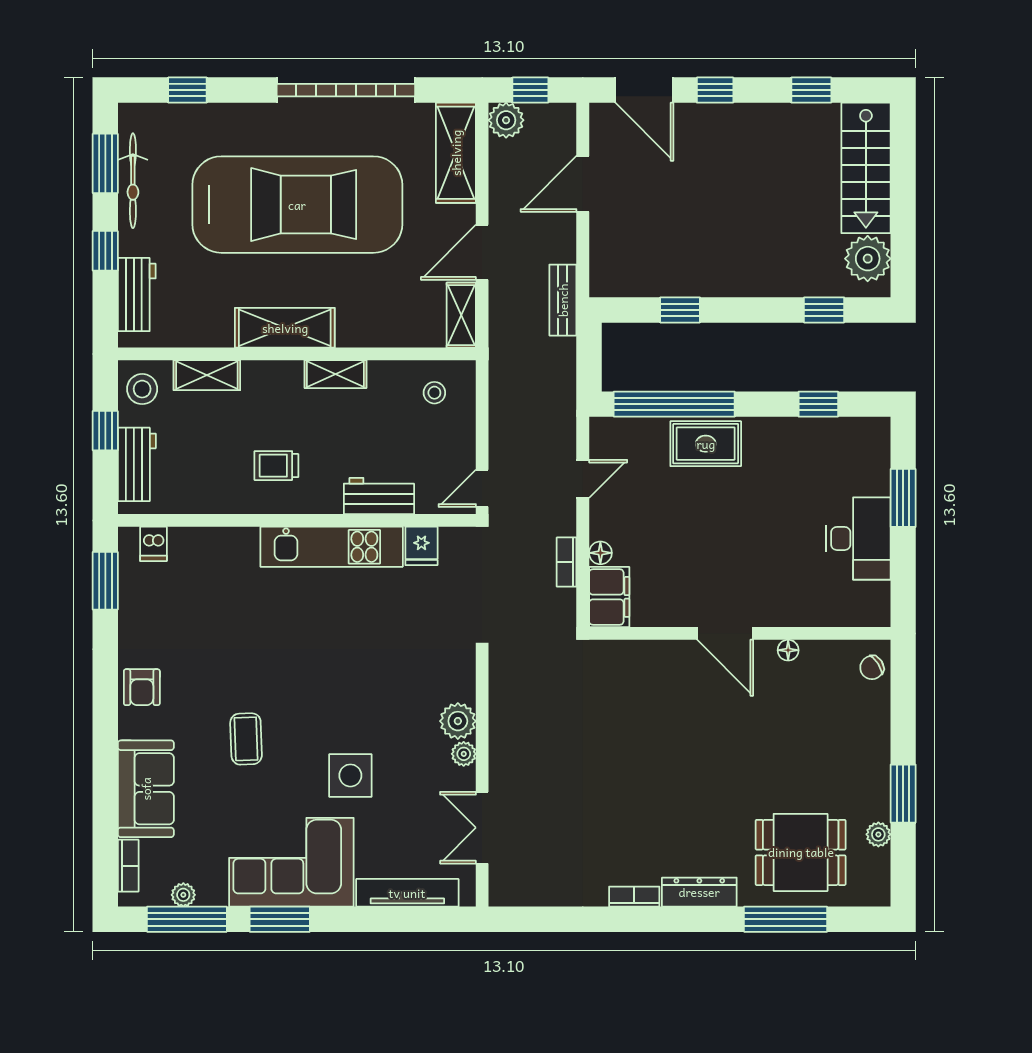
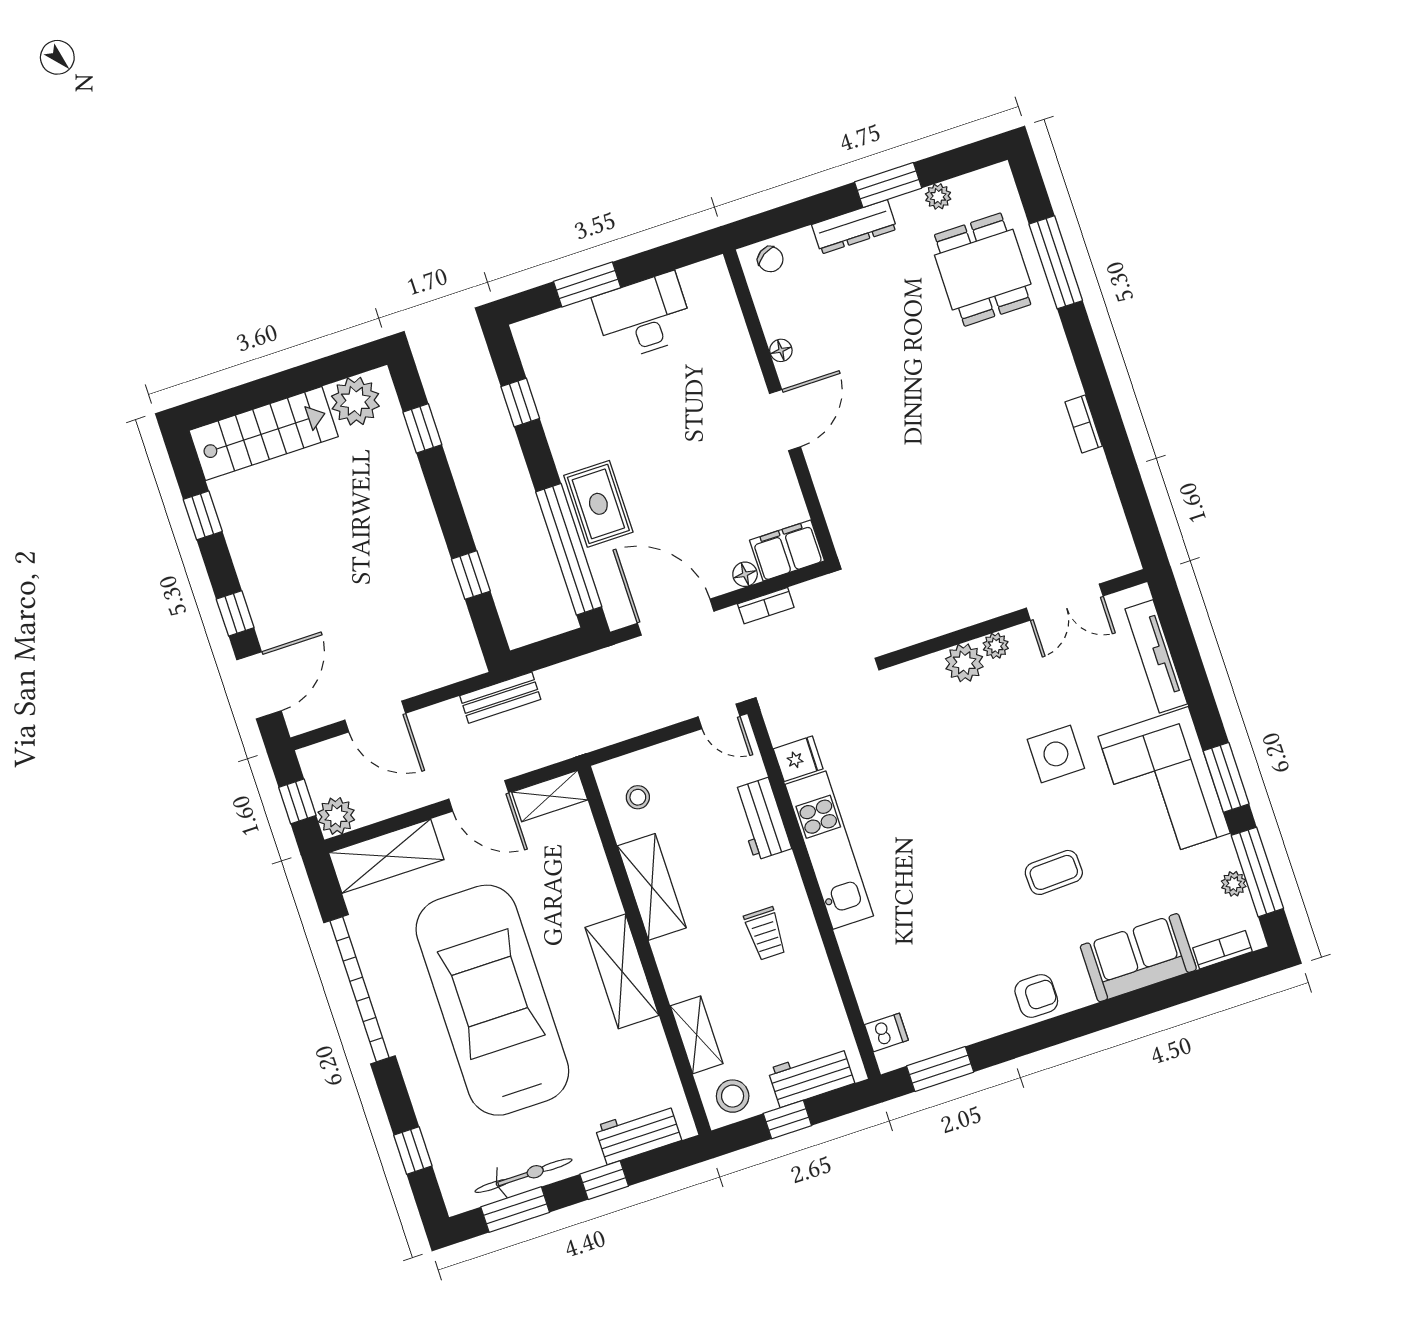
shelving: (335, 374) -> (652, 887), width x1.50, depth x1.33
door: (583, 479) -> (676, 617), width x1.88
dresser: (699, 892) -> (854, 227), moved, turned -90

